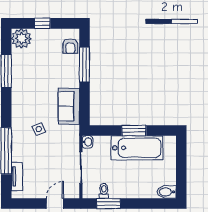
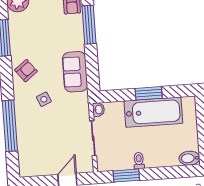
armchair: (24, 102) -> (26, 71), added
tv unit: (17, 176) -> (24, 153), removed
toilet: (104, 191) -> (139, 161), moved

